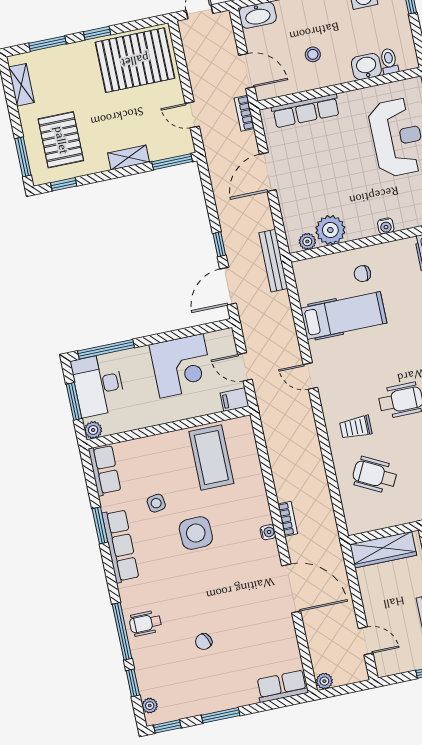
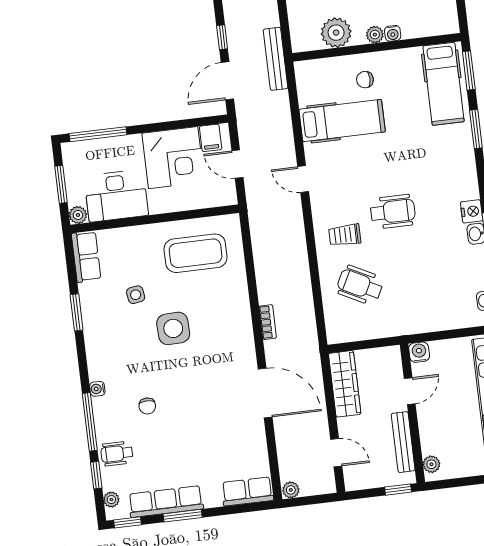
plant: (307, 241) -> (375, 35), moved
desk: (98, 385) -> (116, 196), moved, turned -90
filing cabinet: (234, 400) -> (211, 138), moved, turned -90
coffee table: (211, 458) -> (196, 253), turned 90
water cooler: (268, 532) -> (97, 389), moved, turned 180
row of seats: (120, 546) -> (166, 501), moved, turned -90
wardrobe: (383, 550) -> (345, 384), moved, turned -90
wheelchair: (145, 623) -> (117, 454), moved
chair: (204, 642) -> (147, 406), moved, turned -65

